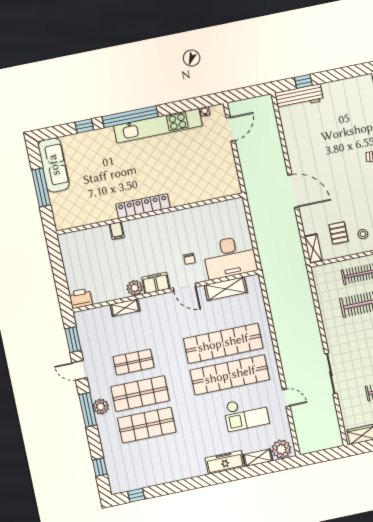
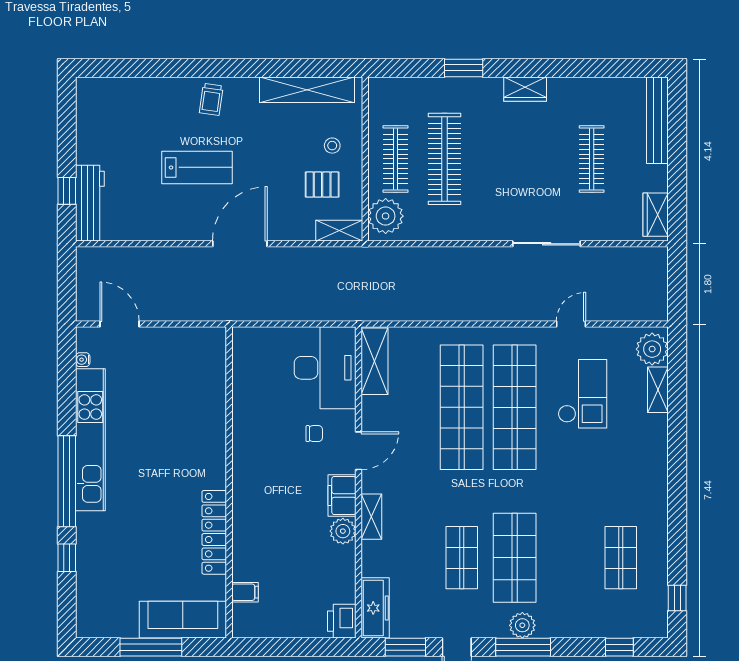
lab bench: (333, 156) -> (197, 167), added
sofa: (54, 165) -> (183, 620), moved
locker: (143, 206) -> (214, 532), moved
filing cabinet: (117, 231) -> (245, 592), moved
plant: (328, 274) -> (386, 216), added
shelving: (226, 289) -> (375, 361), moved
shelving: (125, 308) -> (371, 517), moved
shop shelf: (147, 425) -> (621, 558), moved, width x0.70, depth x0.74
freezer: (225, 462) -> (375, 608), moved, turned 180

